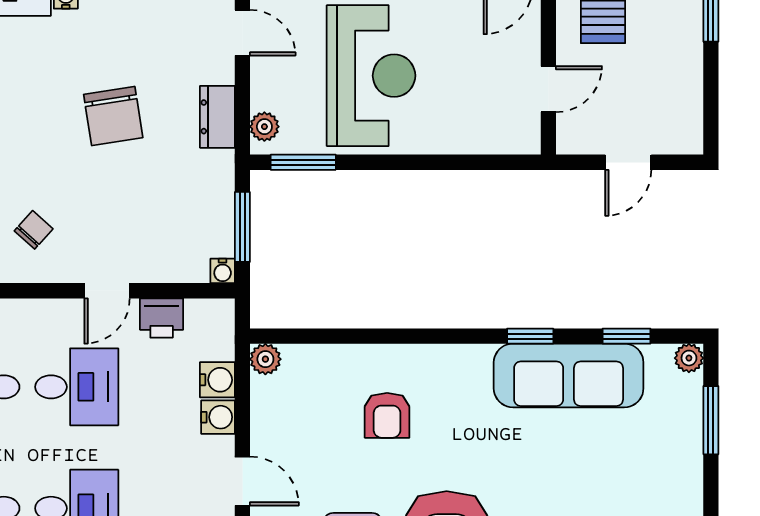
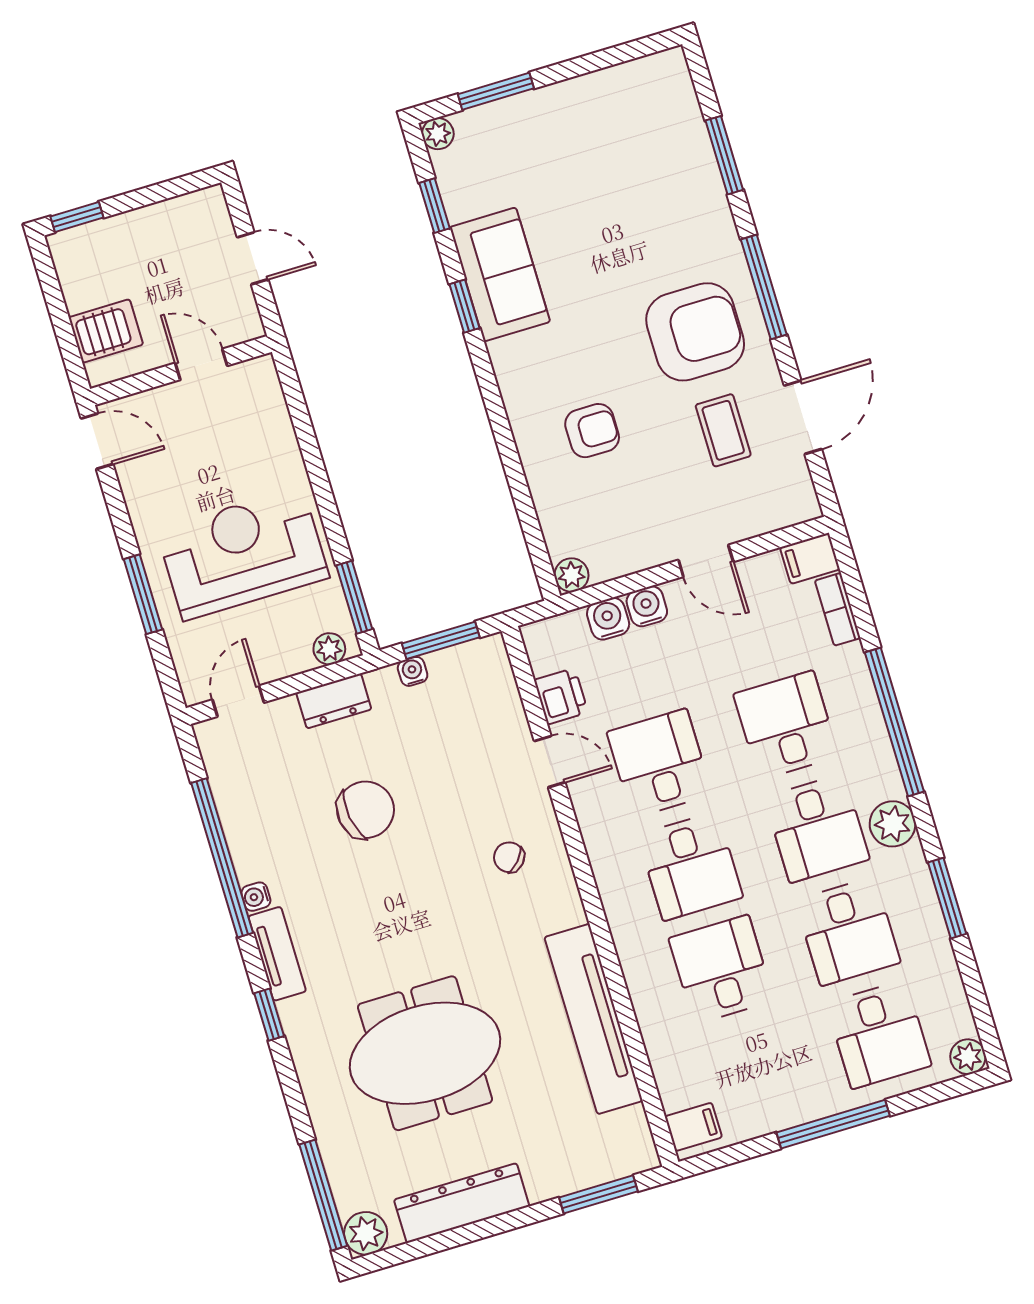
water cooler: (223, 271) -> (413, 671), moved, turned -90
sofa: (569, 375) -> (500, 274), width x0.73
door: (242, 481) -> (706, 561), swing flipped

